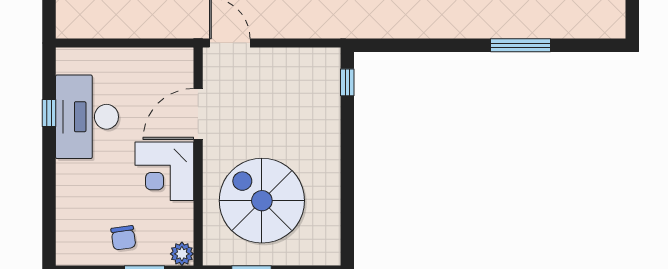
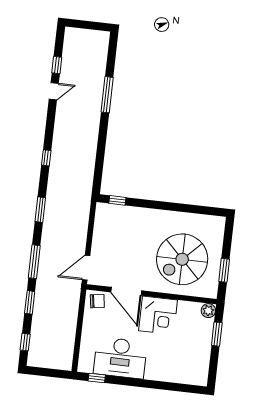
window: (49, 113) -> (97, 378), moved
chair: (123, 238) -> (97, 301), moved

